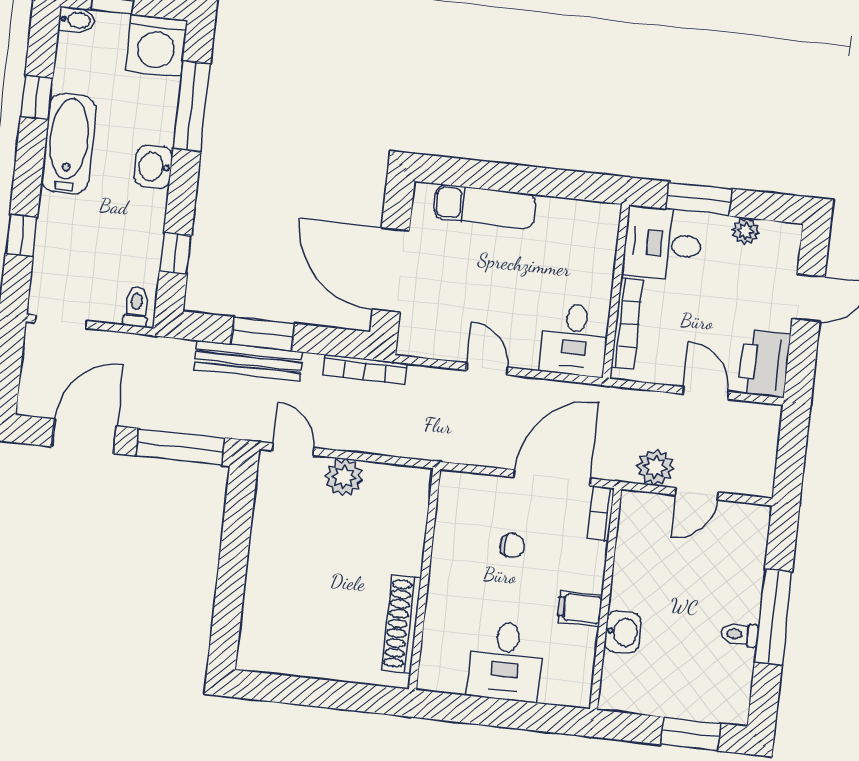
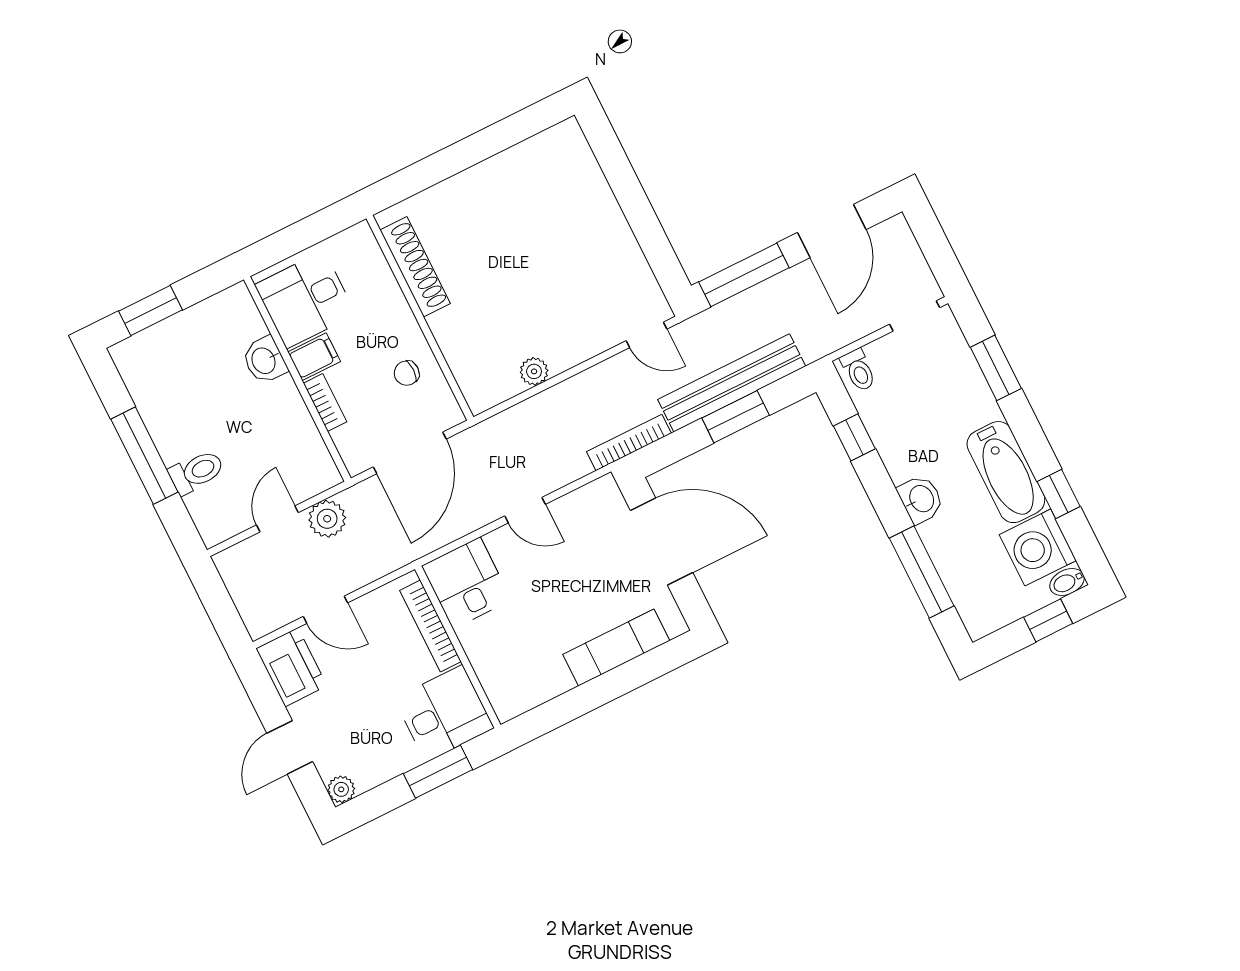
washing machine: (156, 45) -> (1038, 548), moved, turned -90
plant: (746, 231) -> (341, 789), moved
window: (21, 235) -> (996, 368), width x1.50
bench: (248, 361) -> (732, 383), width x1.37, depth x1.21
plant: (344, 477) -> (534, 371), moved, width x0.73, depth x0.73
bookcase: (601, 513) -> (325, 403), moved
wall: (425, 579) -> (420, 318), moved
shoe rack: (401, 624) -> (415, 267), moved
toilet: (739, 634) -> (197, 472), moved, width x1.37, depth x1.39
desk: (506, 661) -> (305, 300), moved, turned -90

